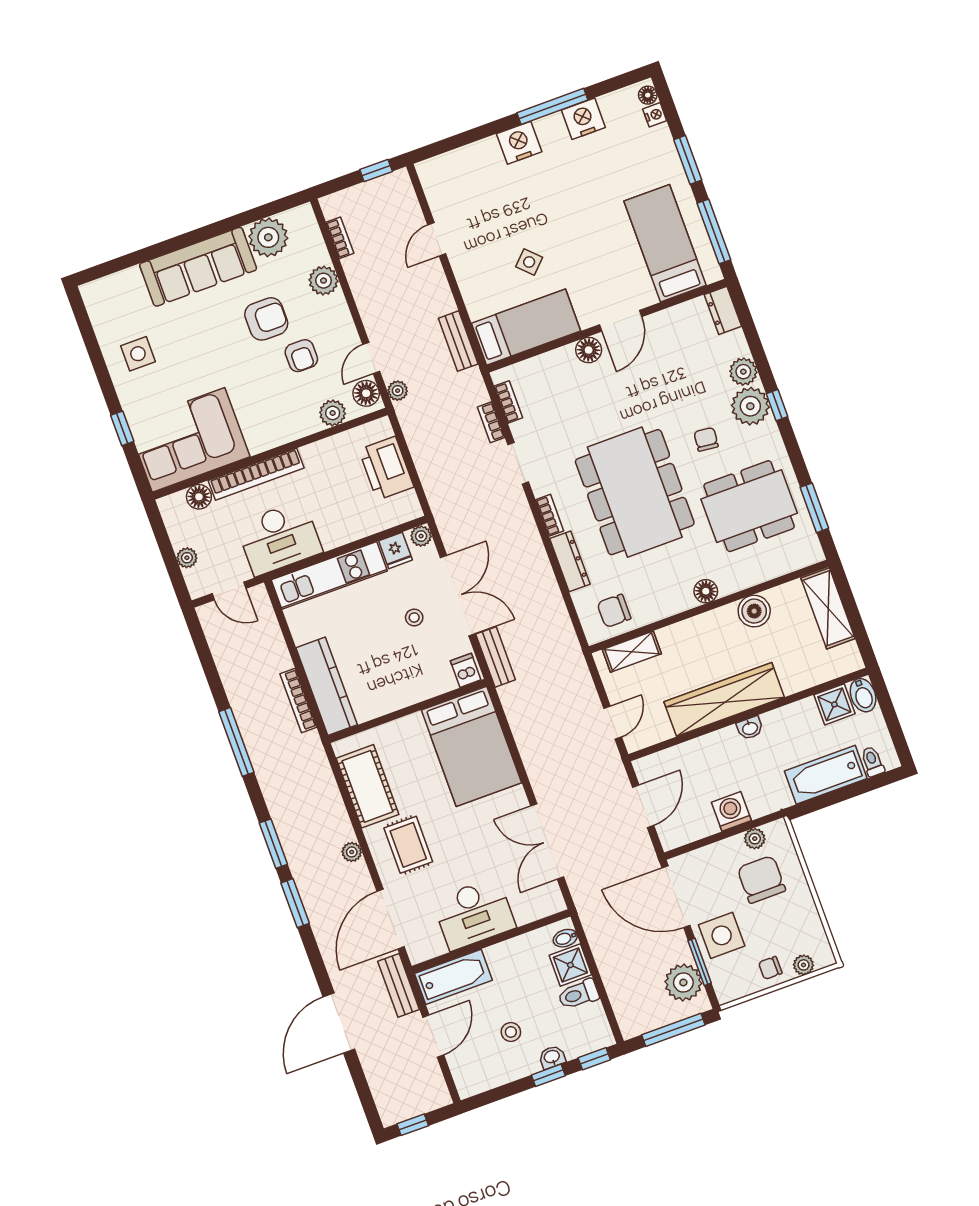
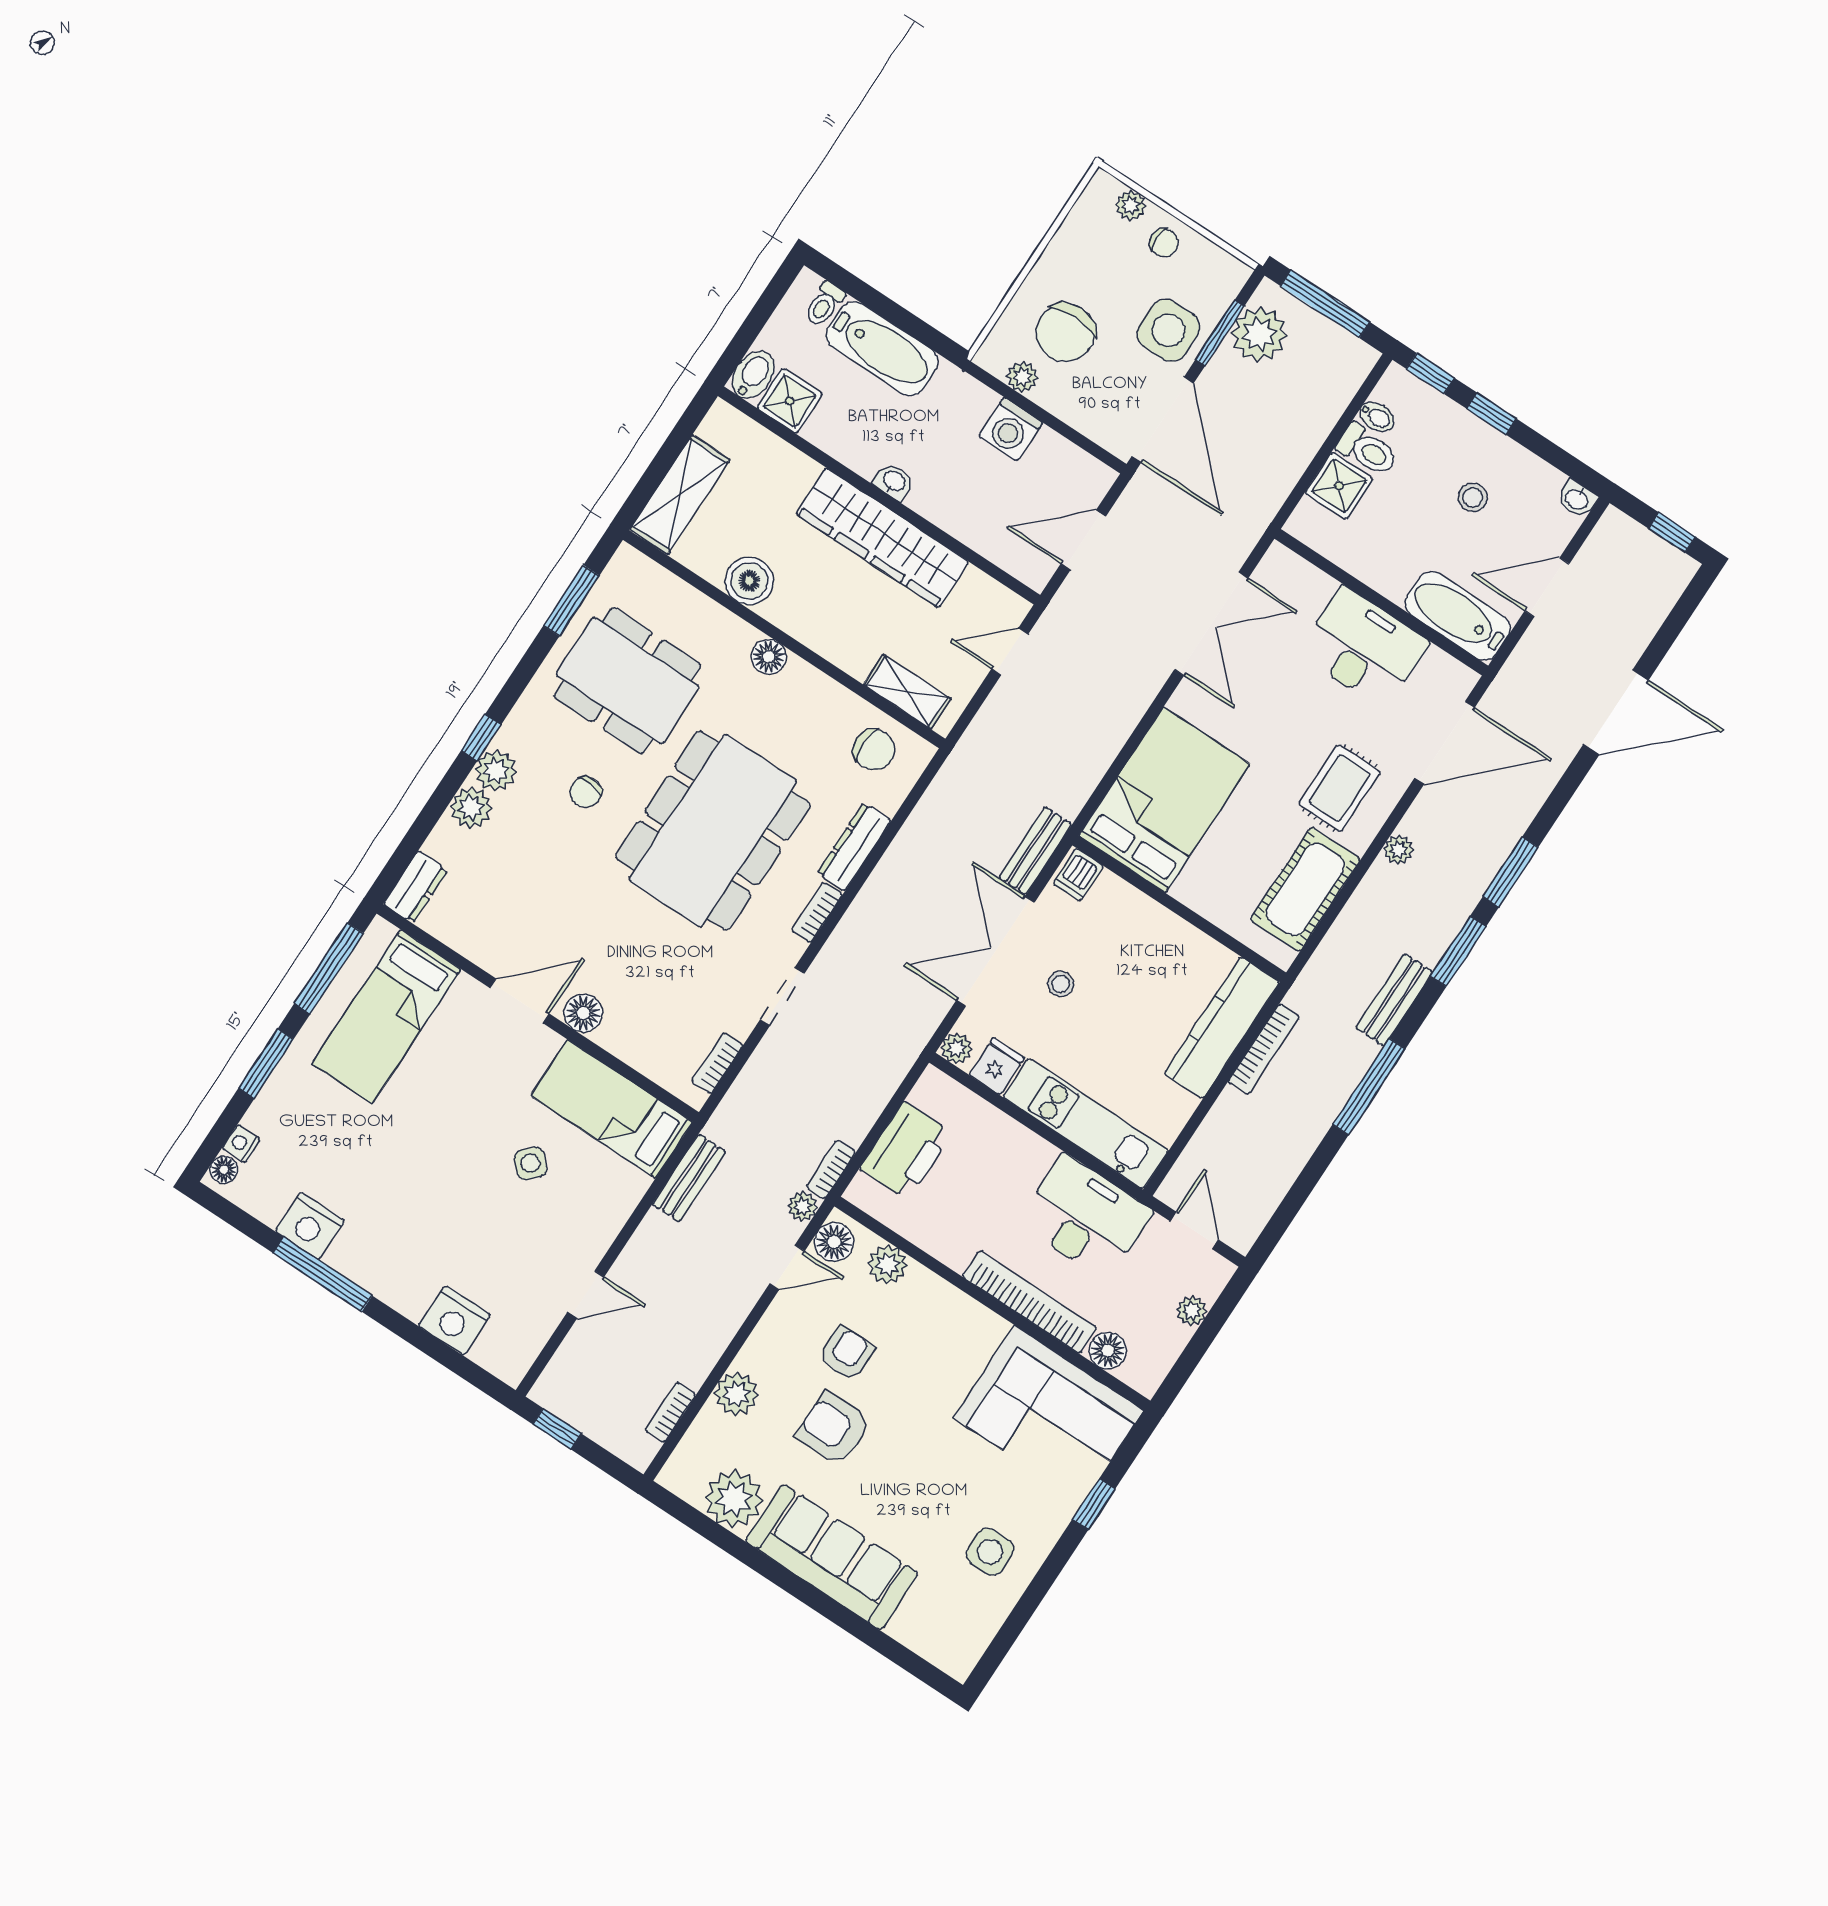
nightstand: (519, 143) -> (454, 1320), moved
plant: (750, 406) -> (496, 771), width x0.73, depth x0.73
bookcase: (491, 422) -> (831, 1170), moved, turned 180
bidet: (565, 938) -> (1377, 417), moved
bench: (399, 985) -> (1394, 1000), moved
washbasin: (552, 1057) -> (1577, 499), moved

